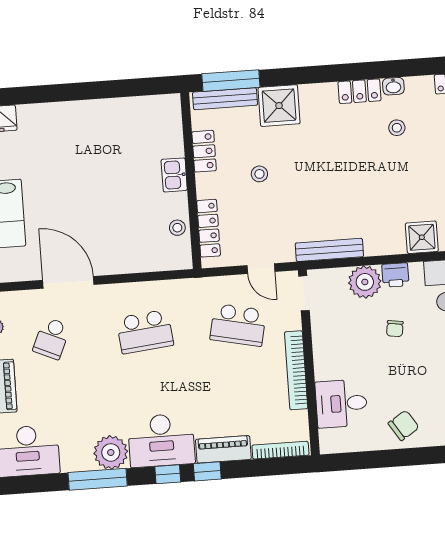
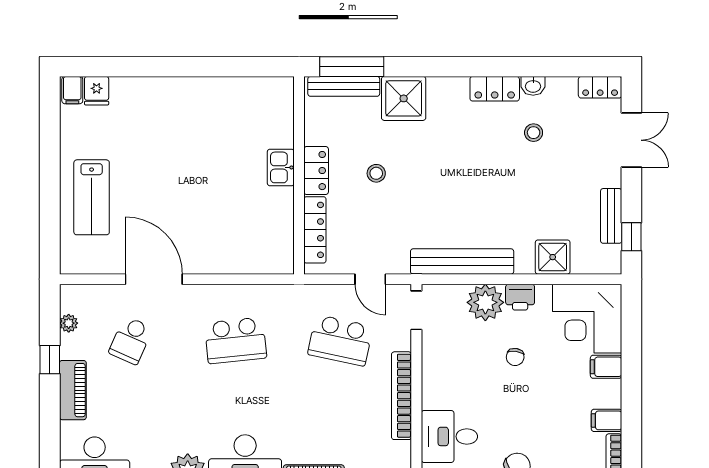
locker: (204, 151) -> (316, 171), moved
stool: (177, 228) -> (280, 227), removed
bench: (329, 250) -> (462, 261), width x1.37, depth x1.21

